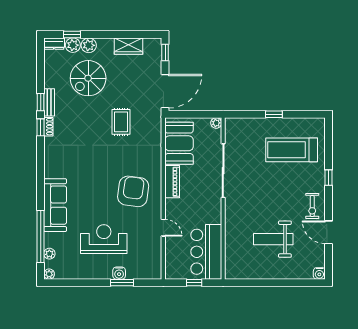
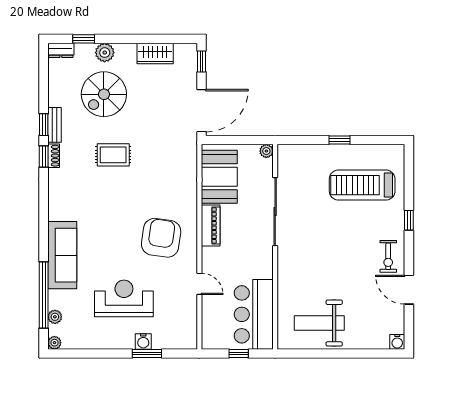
plant: (73, 45) -> (85, 52), removed
rug: (121, 122) -> (113, 155), moved, turned 90
weight bench: (273, 239) -> (319, 323), moved

